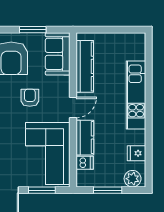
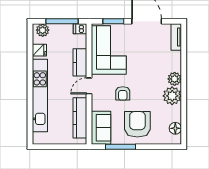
window: (33, 30) -> (120, 147), width x1.44
kitchen unit: (136, 95) -> (40, 96), width x1.36
dishwasher: (85, 163) -> (80, 29), moved
window: (108, 190) -> (62, 21), width x1.44

